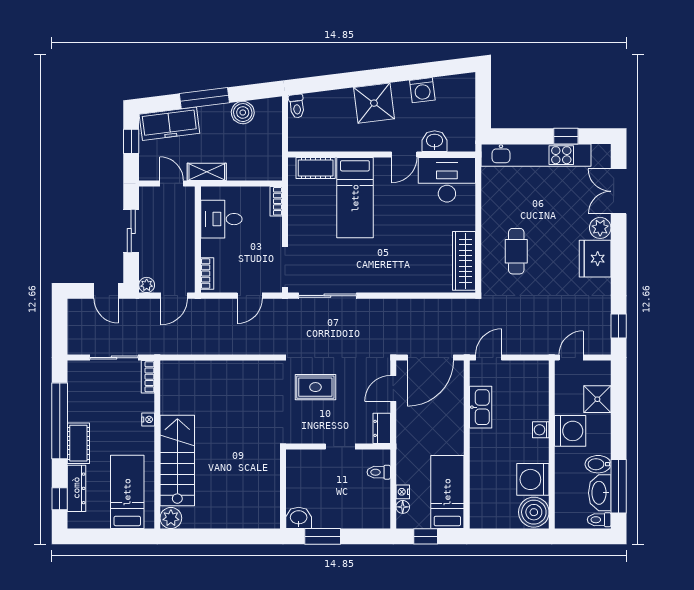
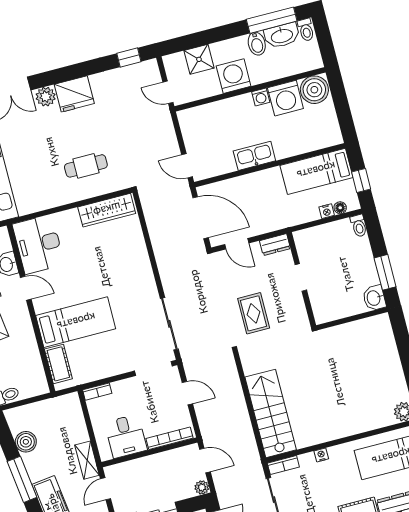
bookcase: (207, 274) -> (170, 438), width x1.56
kitchen sink: (481, 407) -> (254, 156), moved
washing machine: (541, 430) -> (261, 97), moved
stairs: (177, 460) -> (271, 413), moved, turned 90
toilet: (379, 472) -> (359, 226), moved

